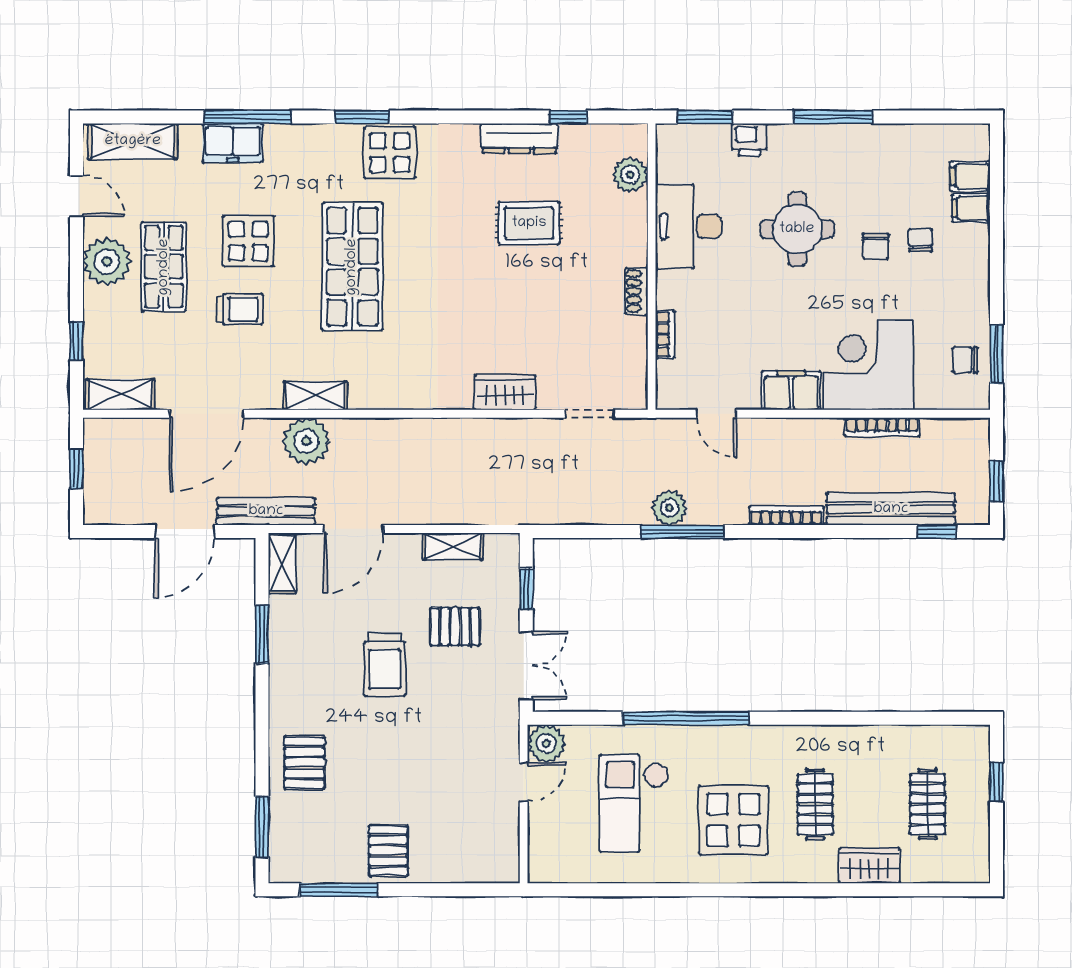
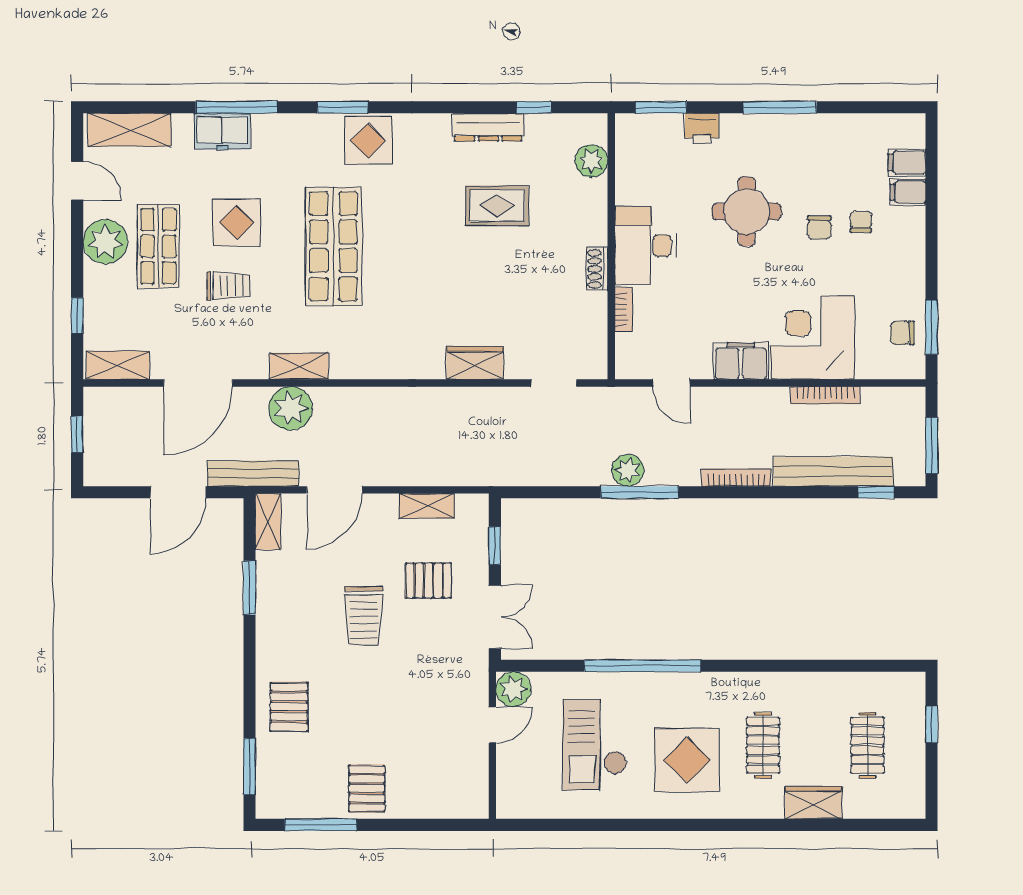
desk: (689, 226) -> (646, 246), moved
window: (996, 481) -> (931, 445), width x1.50

